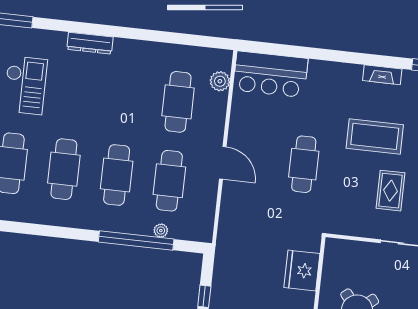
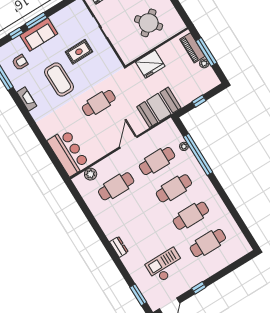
dresser: (90, 43) -> (119, 247), width x0.70
booth: (237, 238) -> (159, 107), added

